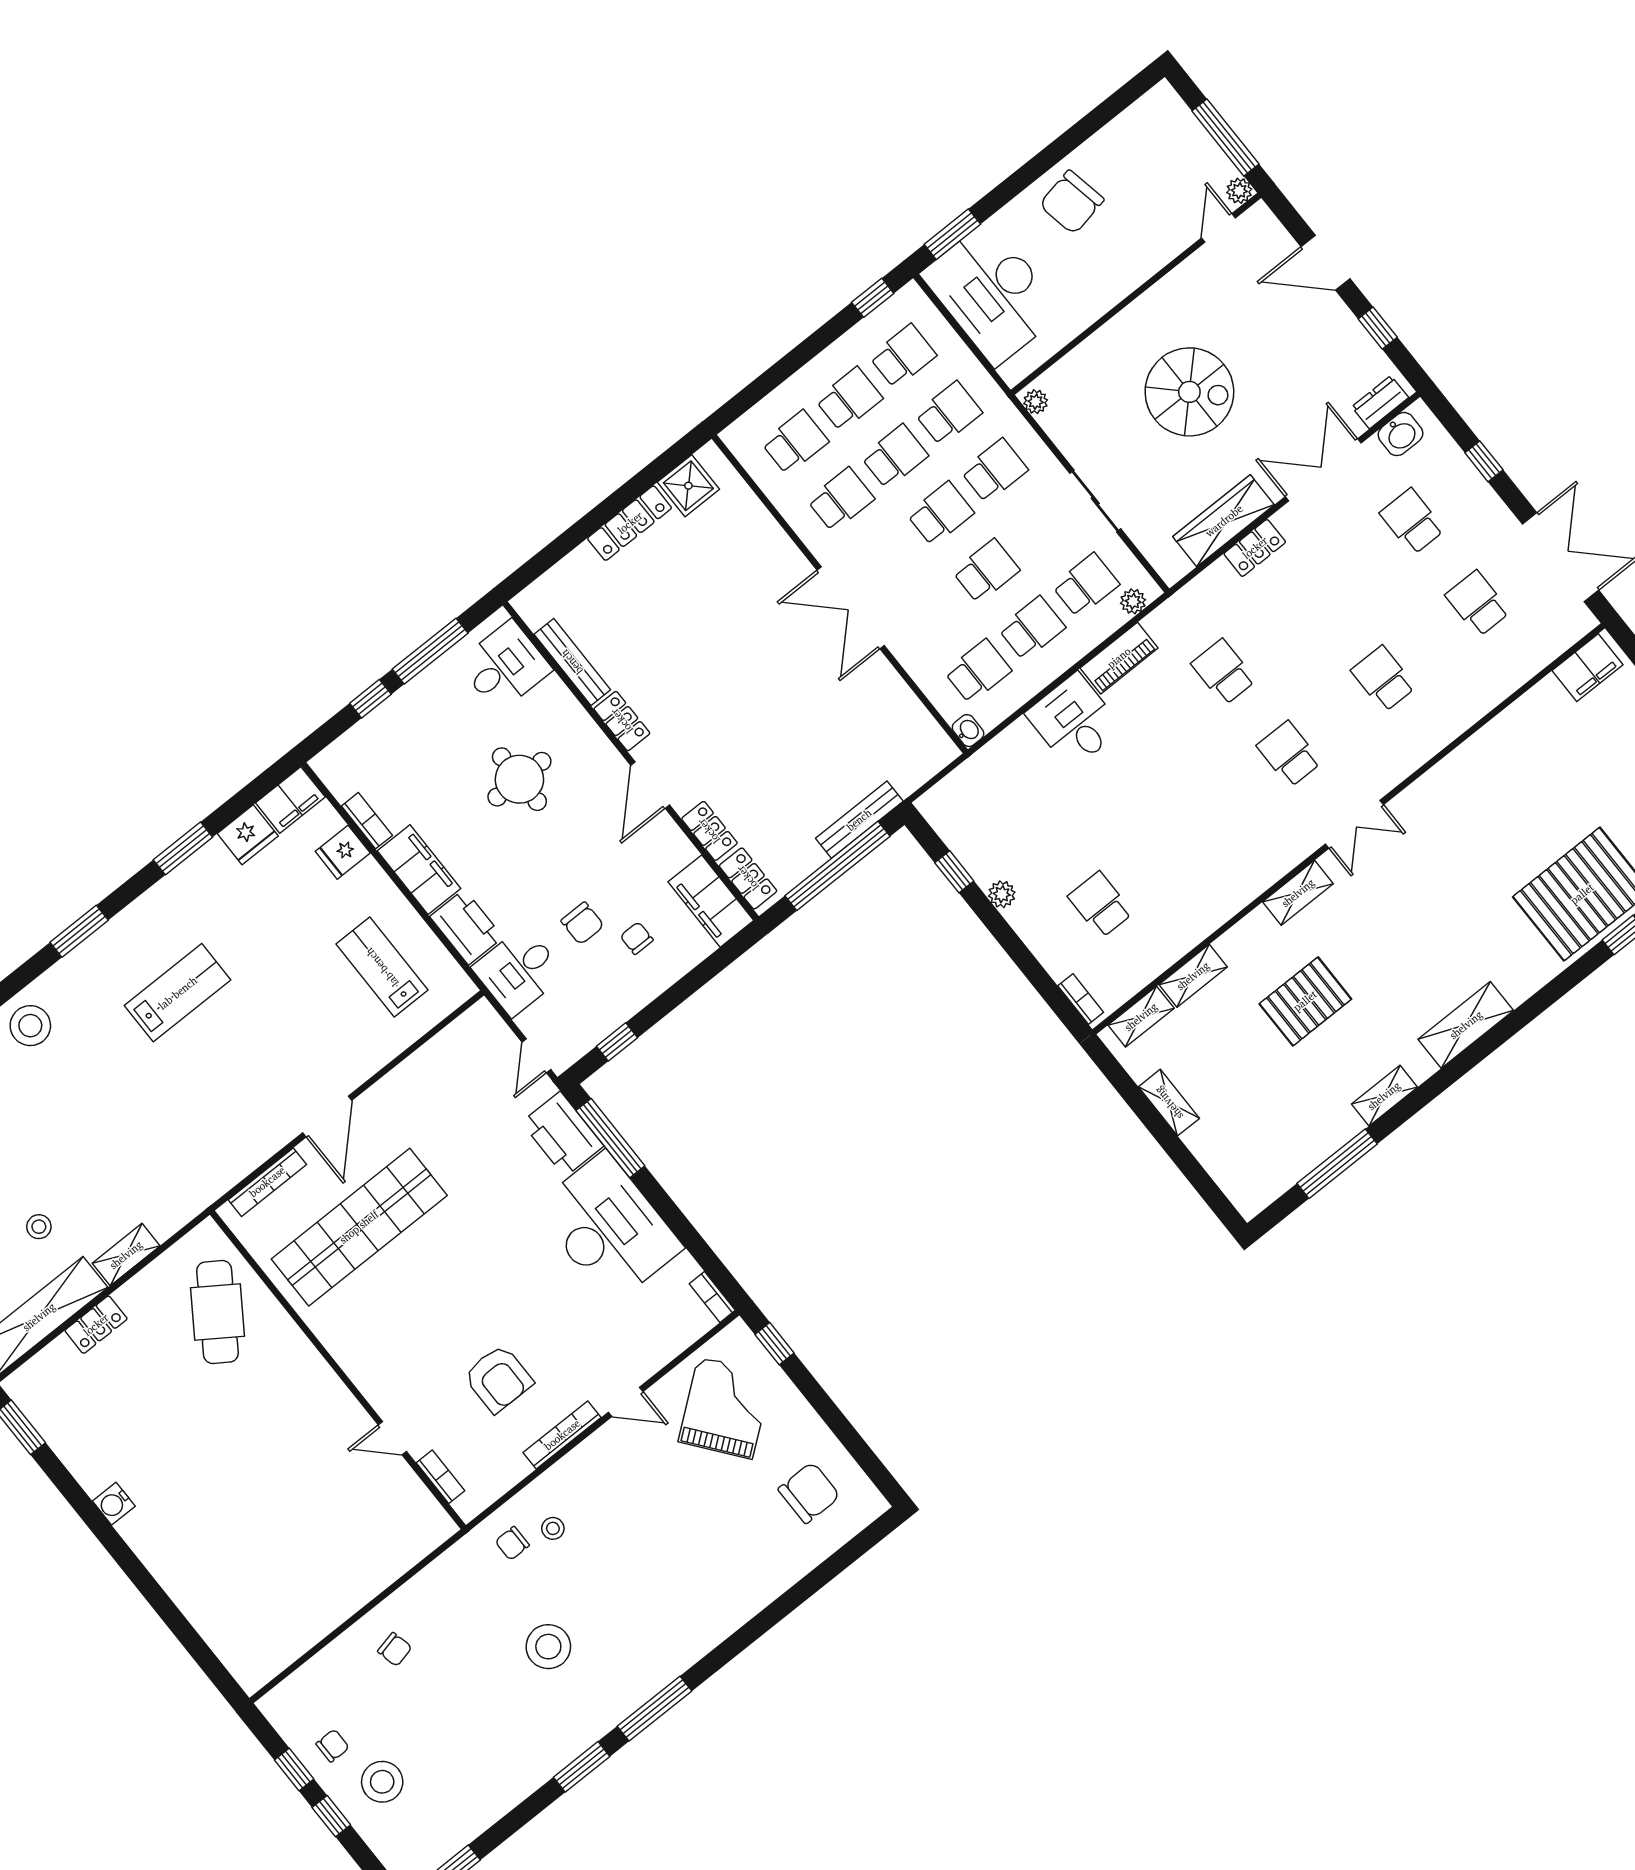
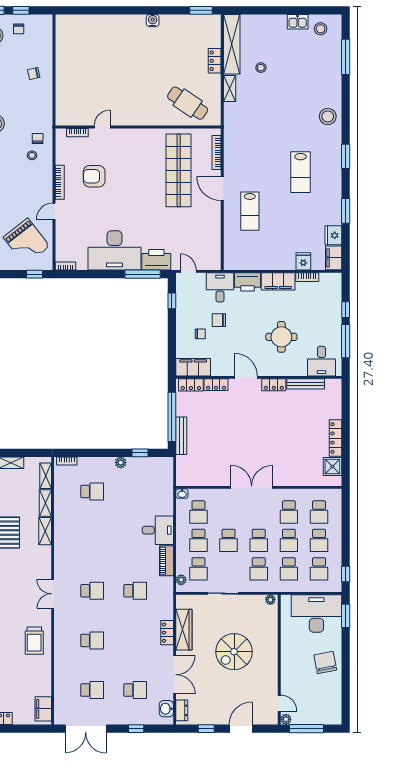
trolley: (1472, 788) -> (34, 641), added
shelving: (1298, 893) -> (45, 531), moved
lab bench: (382, 967) -> (250, 211), moved, turned 90

